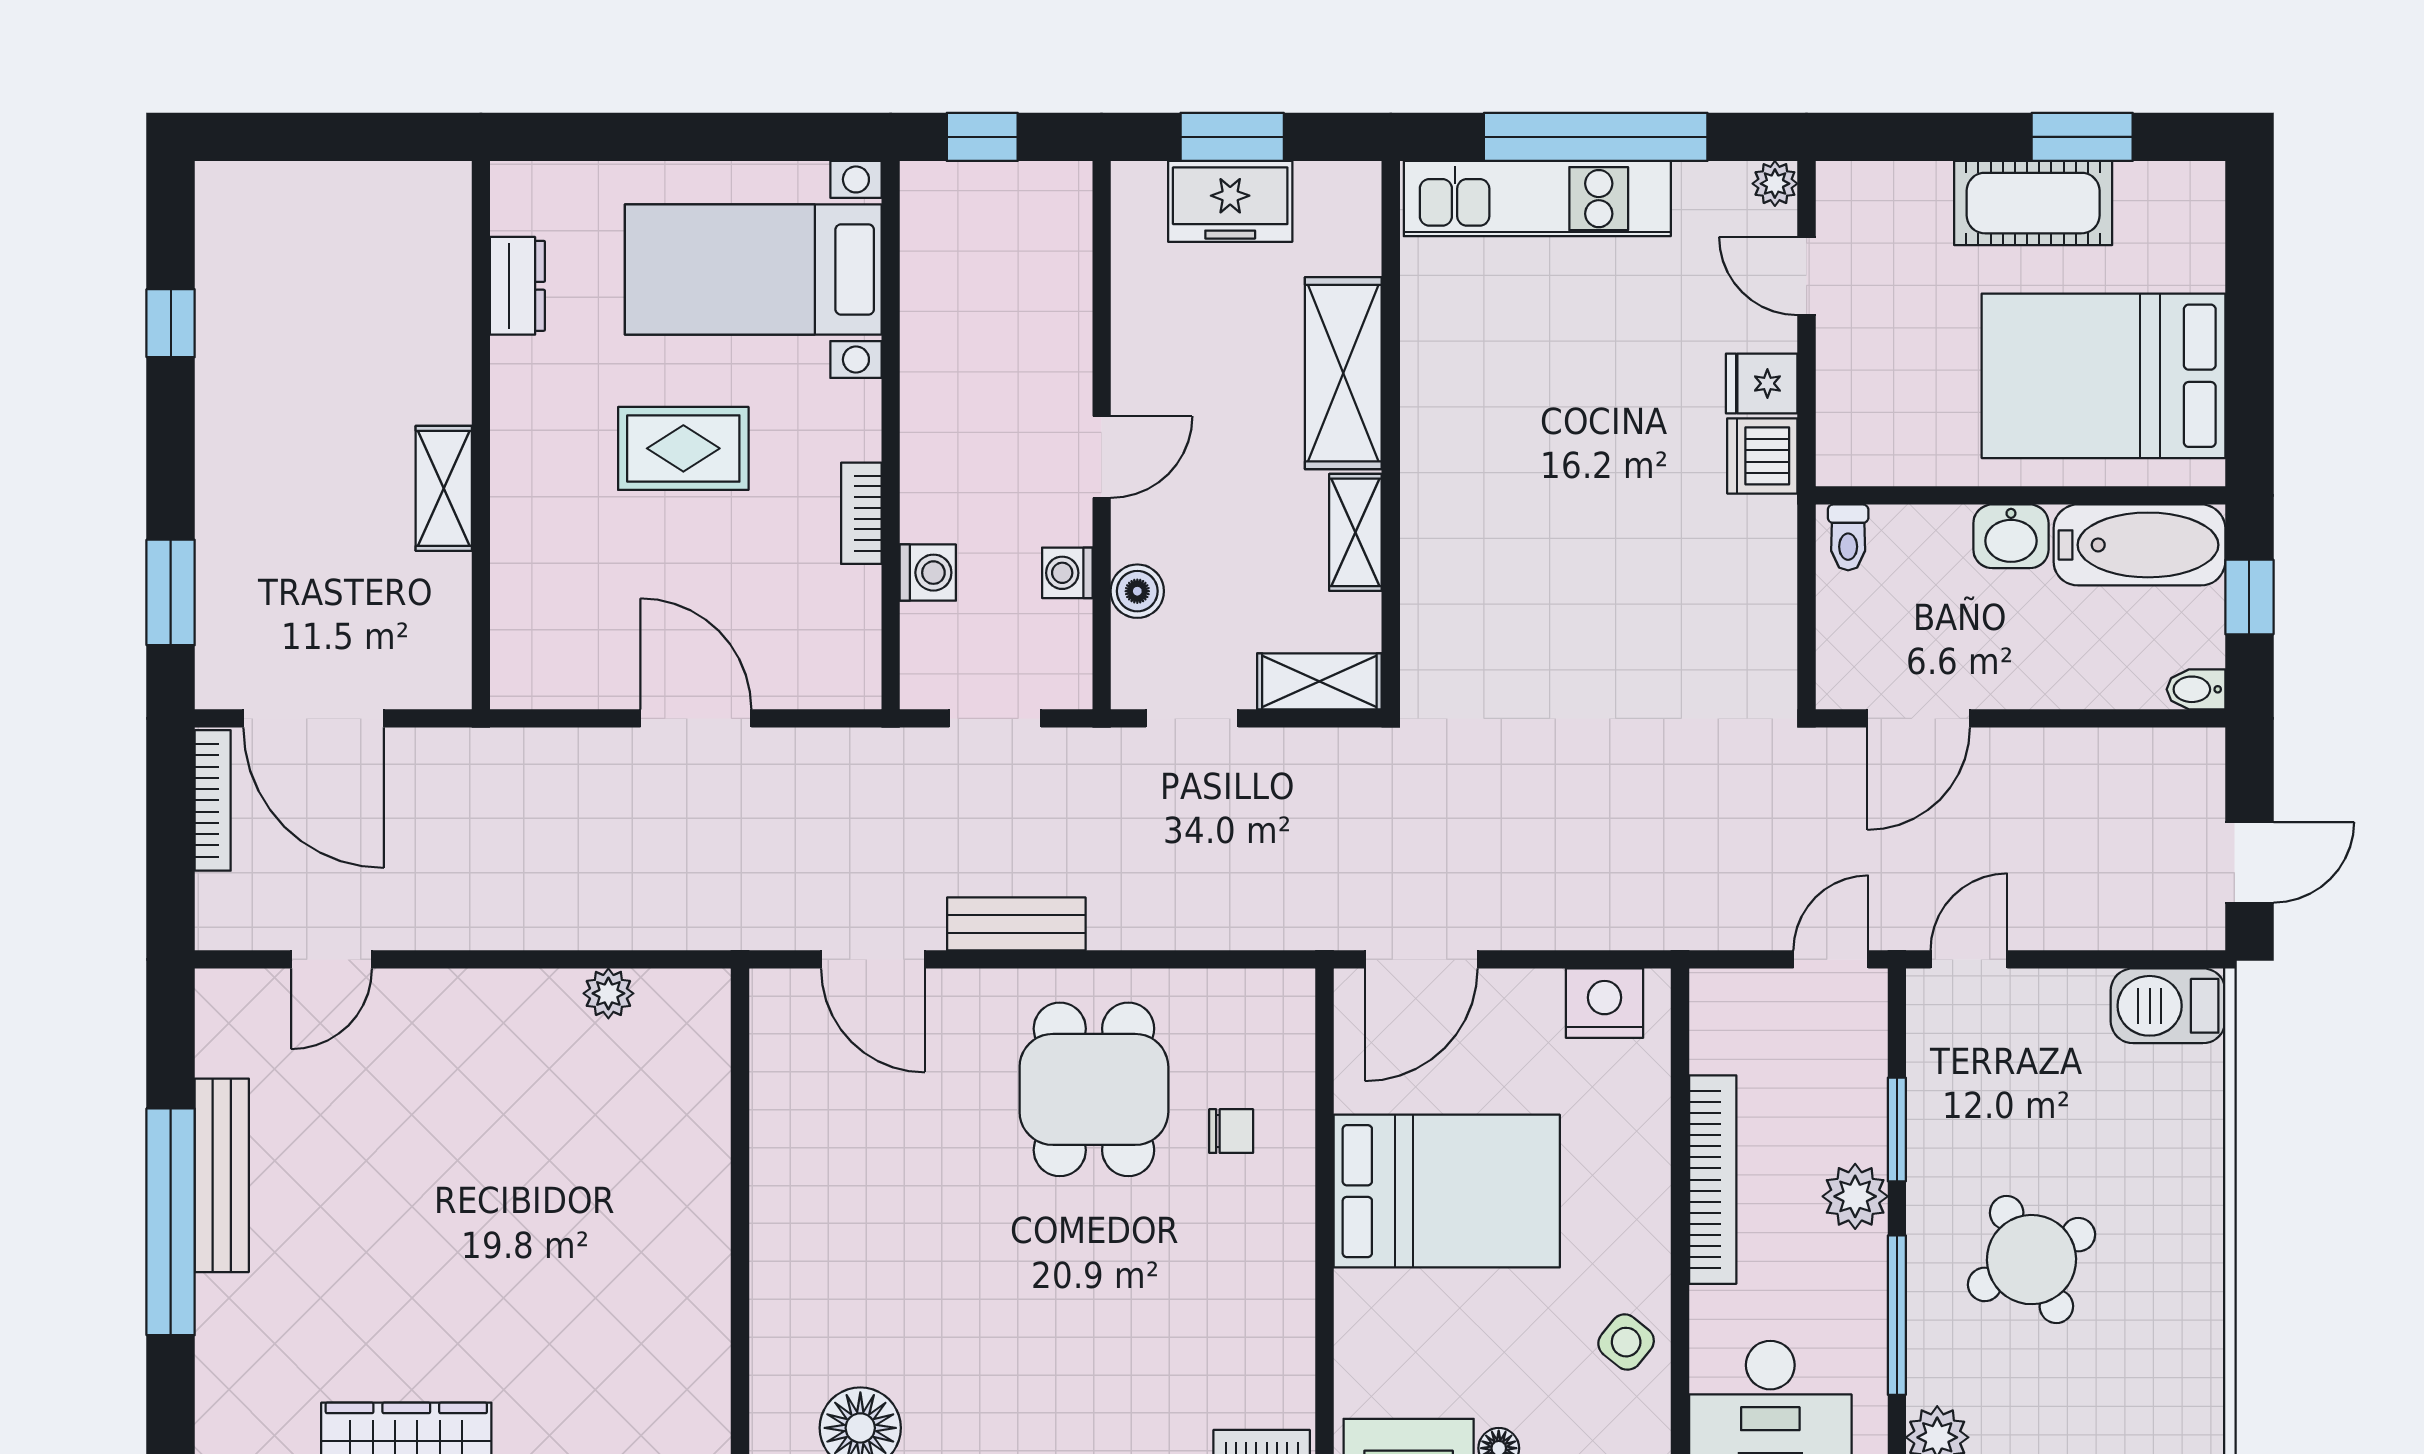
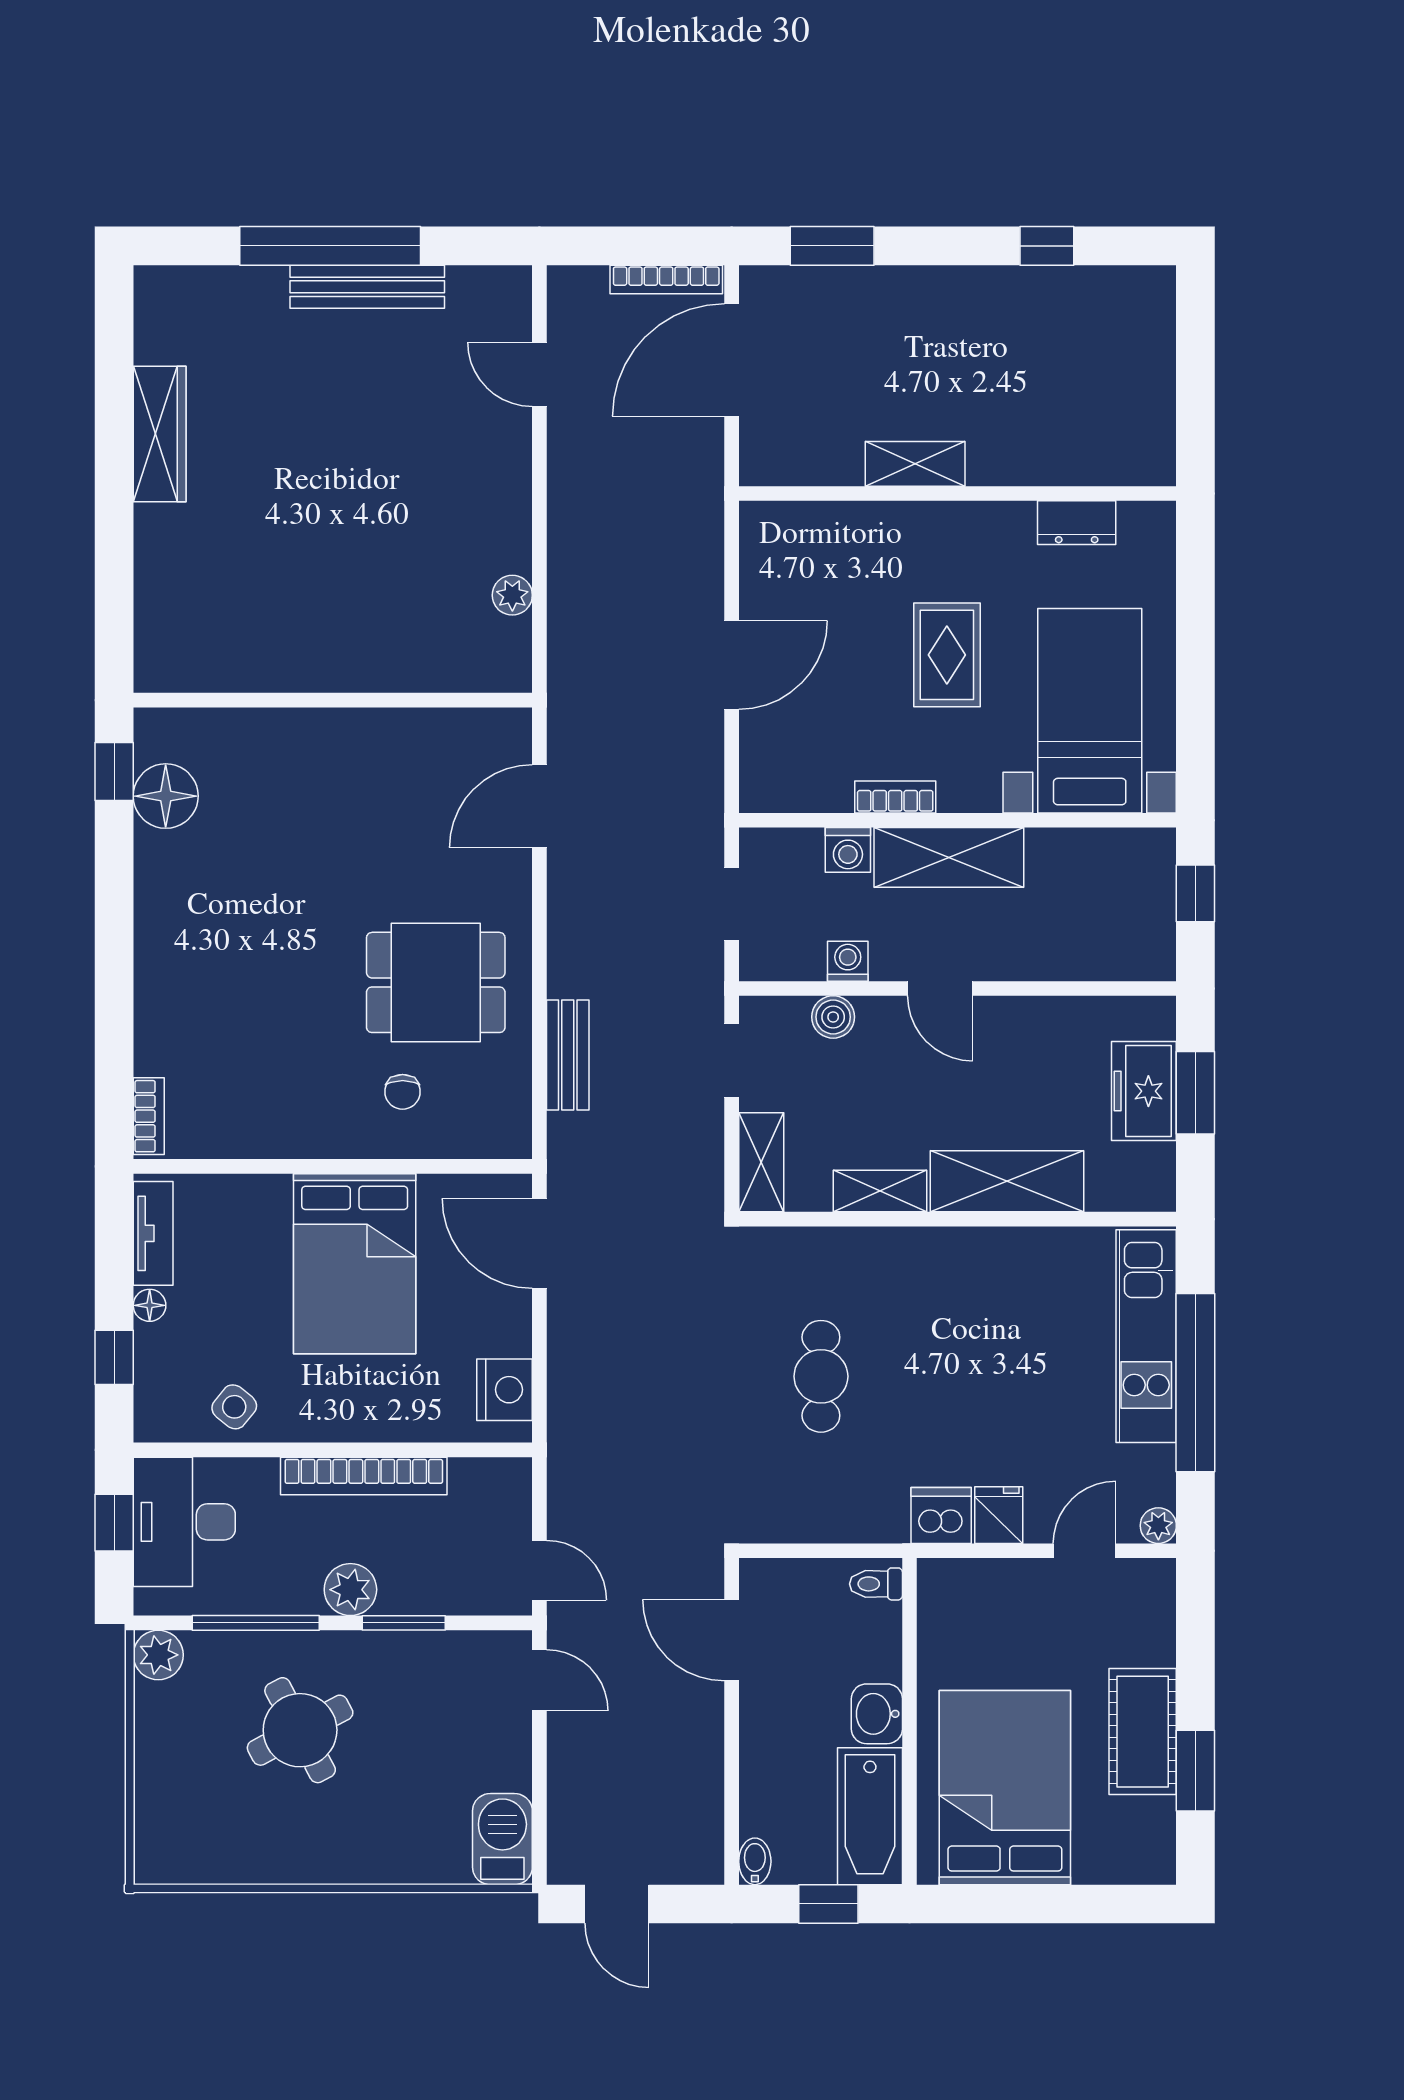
shelving: (937, 446) -> (949, 857), added
cafe table: (1588, 606) -> (821, 1376), added
bench: (1016, 924) -> (568, 1055), moved

